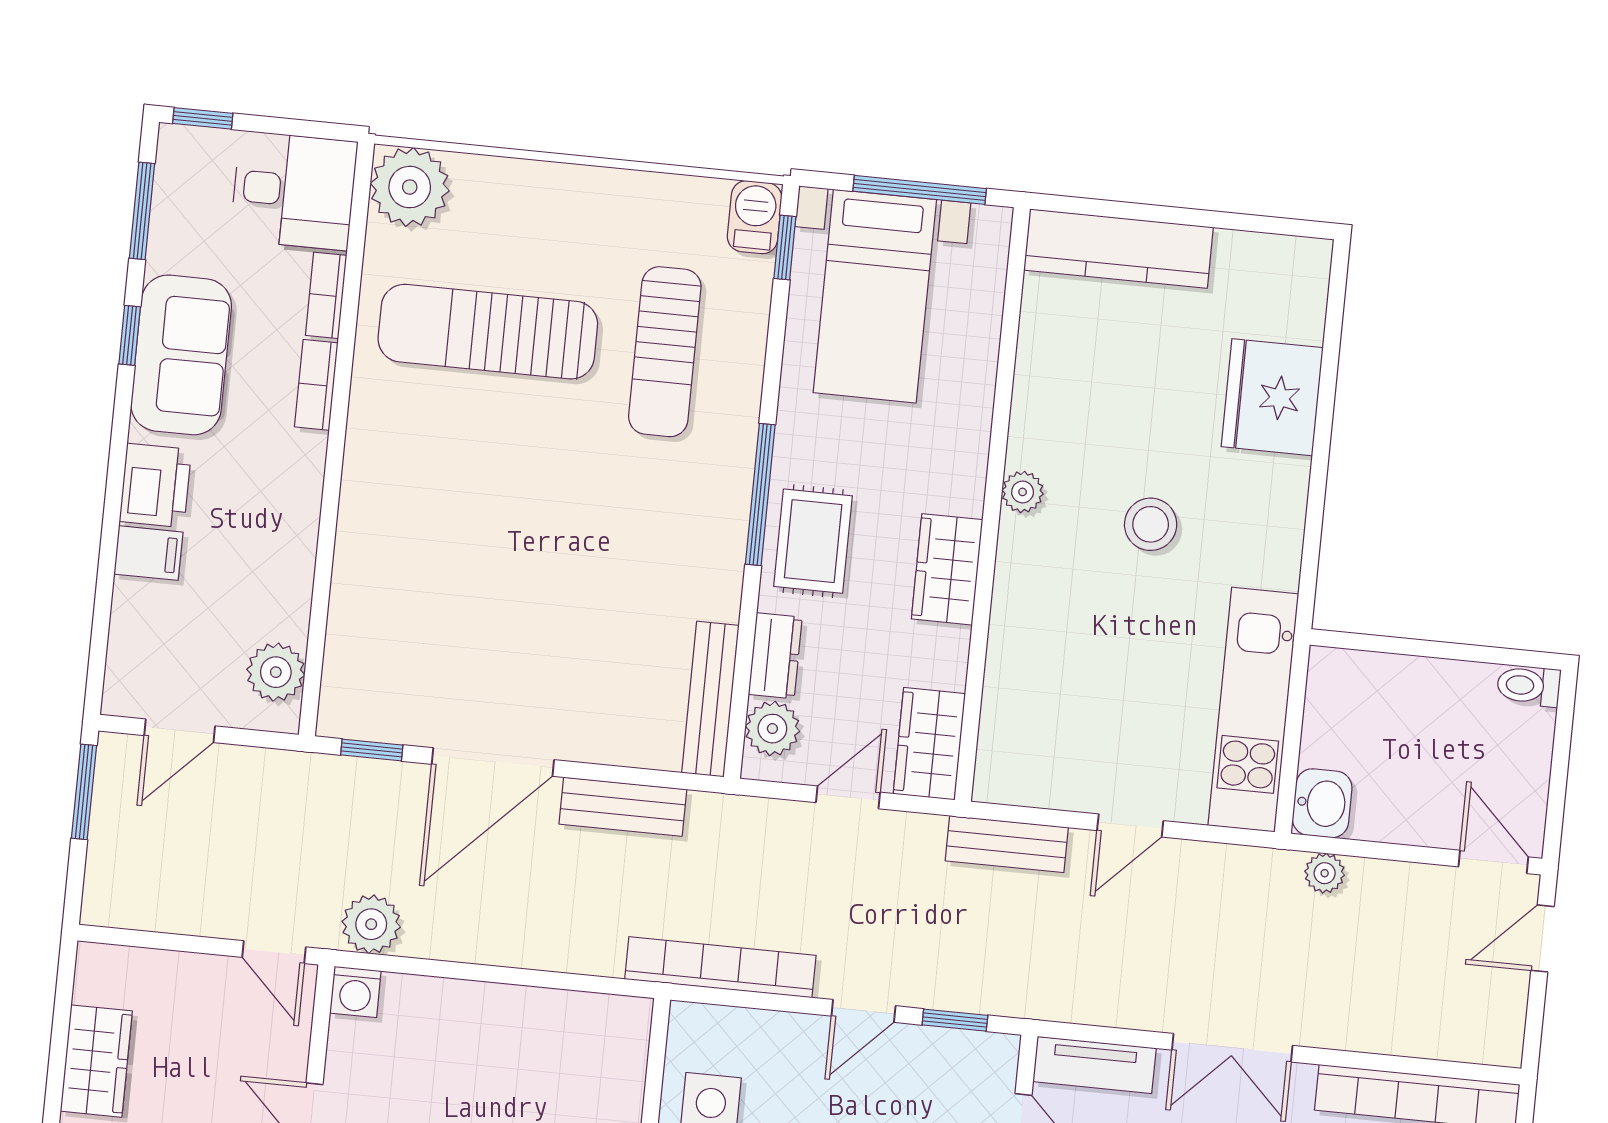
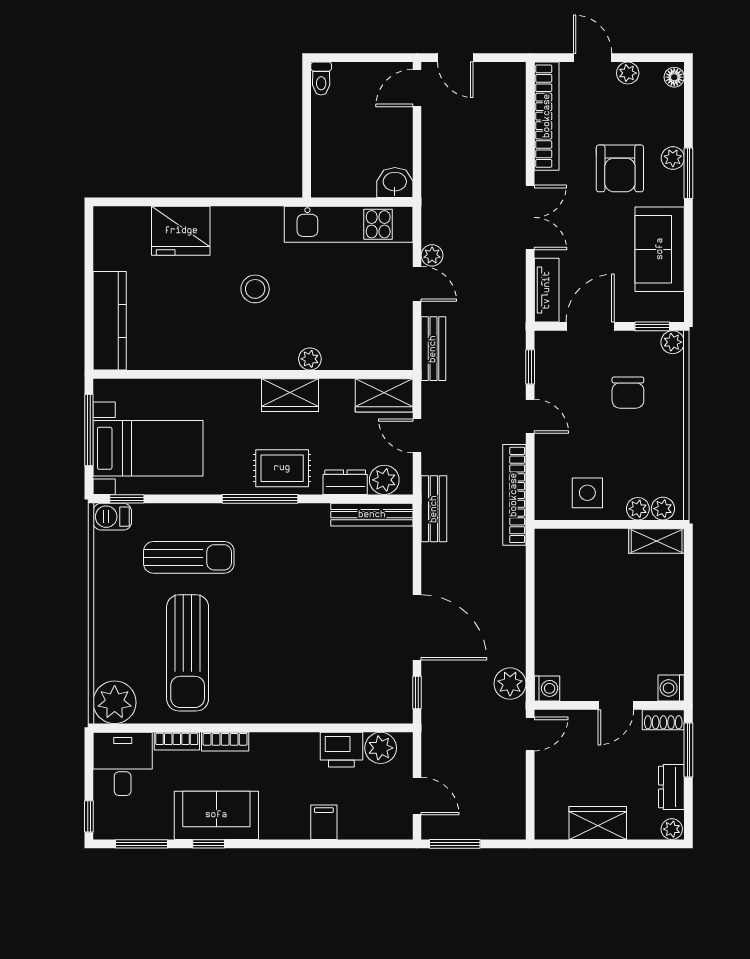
printer: (155, 485) -> (341, 750), moved, turned 180
plant: (1023, 492) -> (310, 359), moved
bench: (623, 807) -> (434, 509), moved
plant: (1325, 873) -> (432, 255), moved

